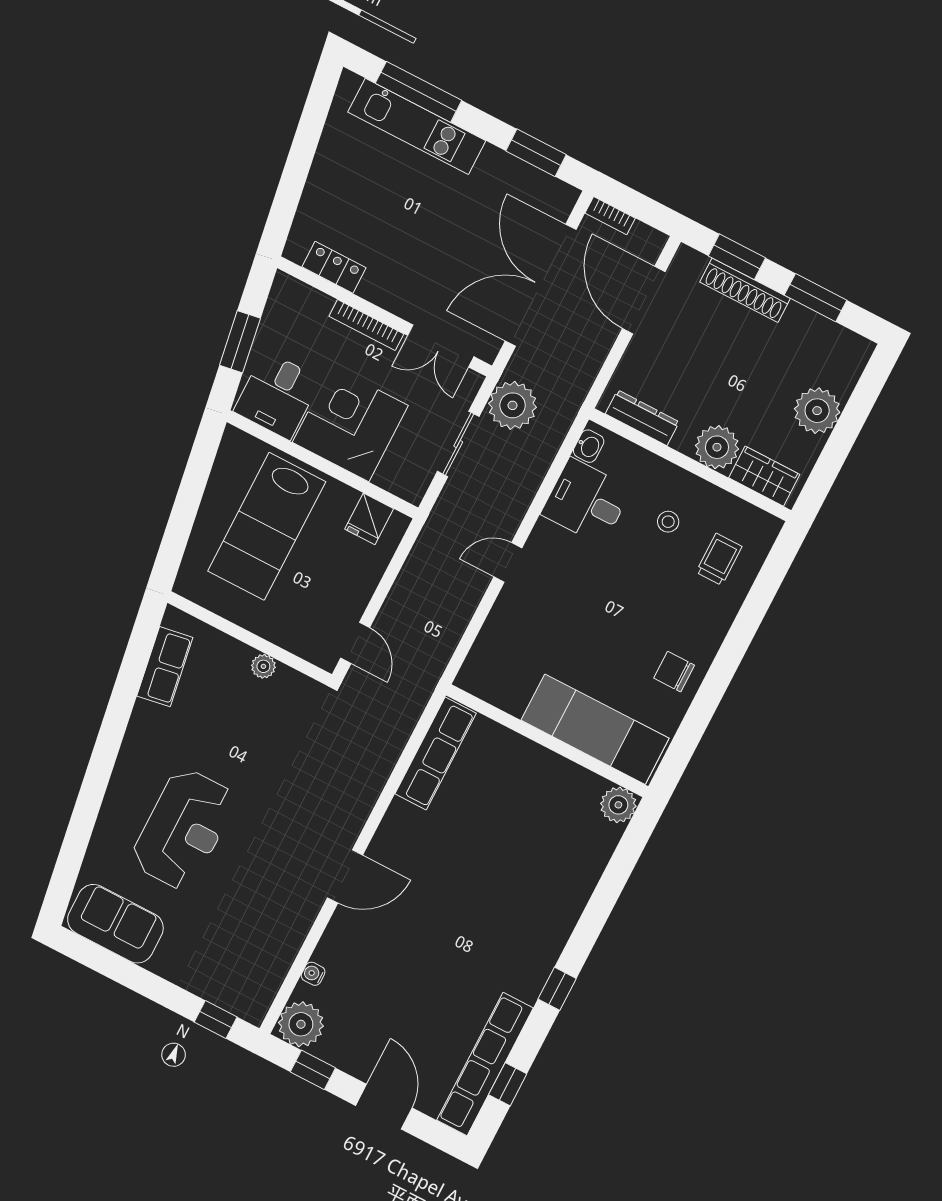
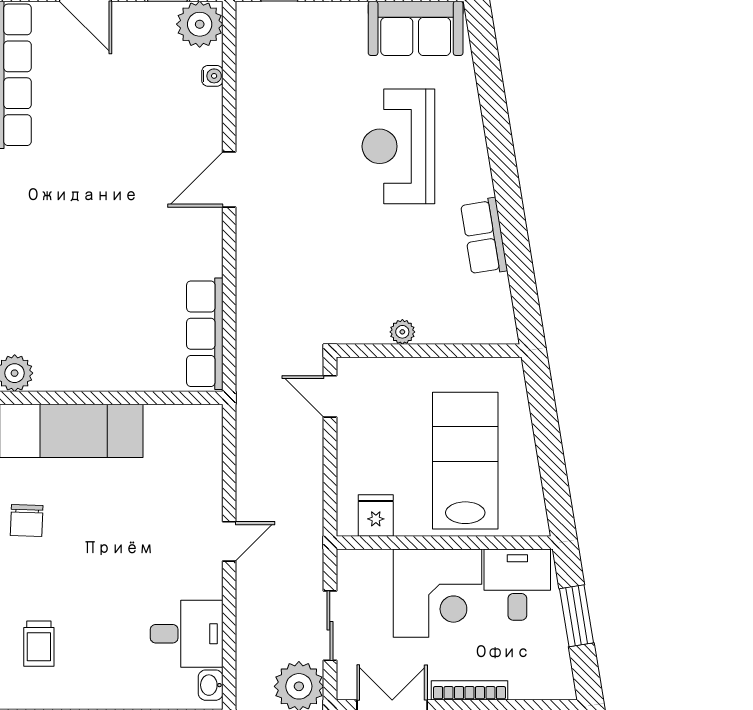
stool: (668, 522) -> (103, 654), removed
row of seats: (165, 667) -> (484, 237), moved
chair: (674, 672) -> (27, 520), turned 92

